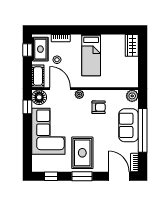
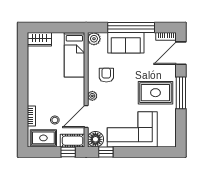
window: (27, 50) -> (68, 152), moved
bed: (91, 55) -> (74, 55), moved, turned 90
window: (51, 176) -> (181, 126), removed
window: (82, 176) -> (181, 93), width x1.44

